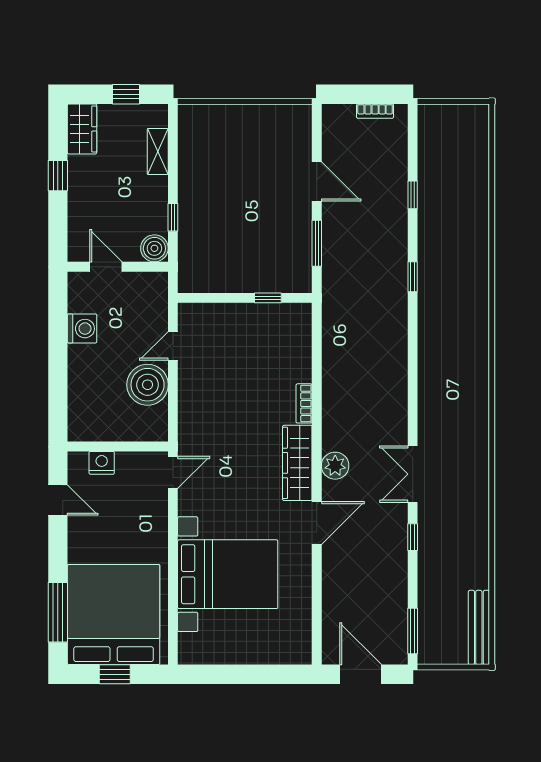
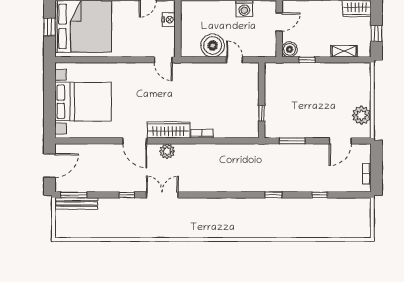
plant: (271, 121) -> (361, 115), added
door: (317, 182) -> (340, 141), moved
bed with nightstands: (228, 574) -> (83, 102), moved, turned -90
bench: (479, 627) -> (76, 203), moved

